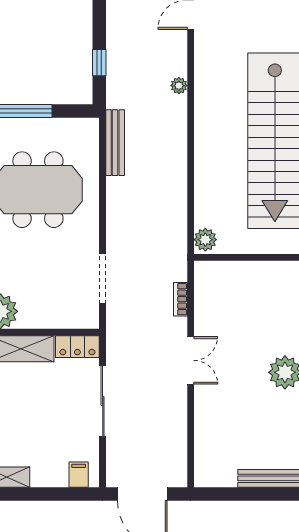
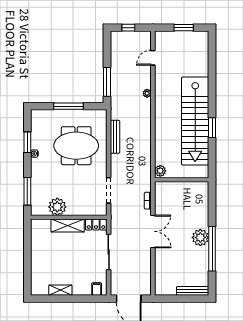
window: (99, 63) -> (107, 82), width x2.17
bench: (115, 143) -> (115, 137), moved
double door: (191, 360) -> (153, 231), width x1.37

